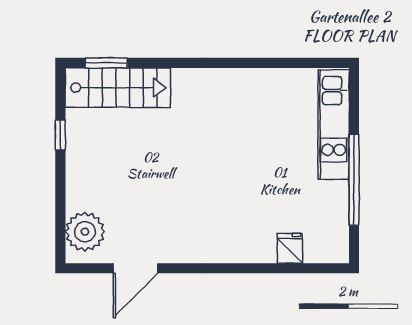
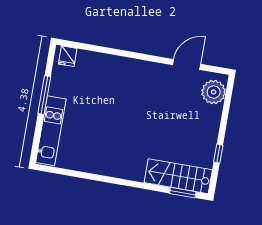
window: (354, 180) -> (44, 95), width x0.68
fridge: (290, 248) -> (68, 56), moved

